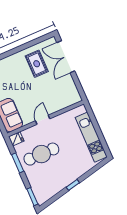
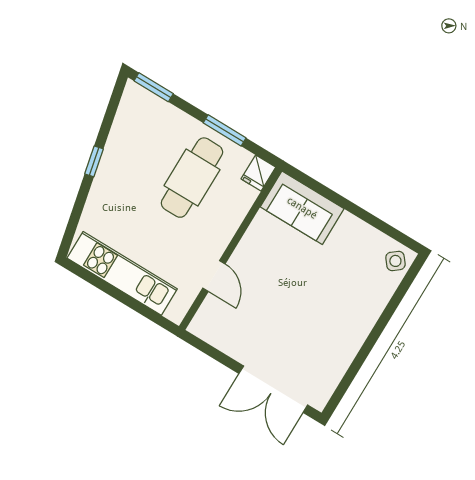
double door: (66, 57) -> (273, 389), swing flipped
rug: (37, 64) -> (318, 338), removed
door: (43, 120) -> (214, 276), moved

